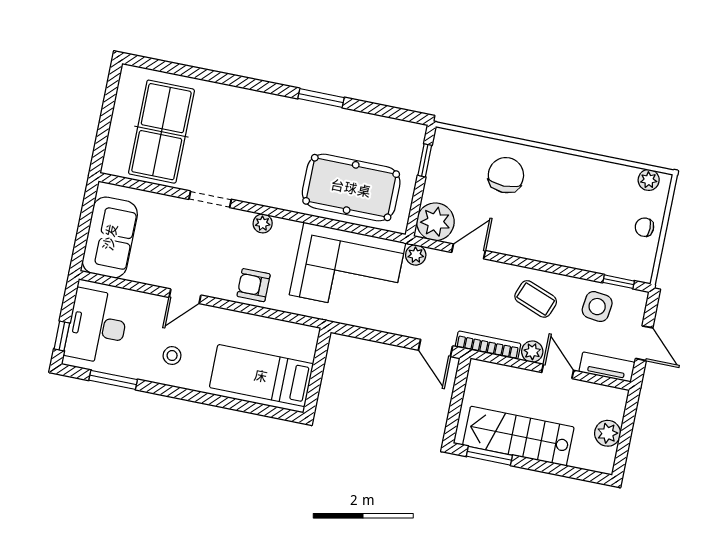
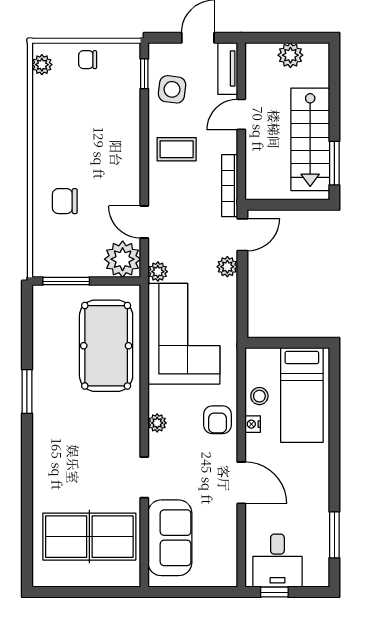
window: (425, 160) -> (66, 281), width x1.50
chair: (506, 175) -> (65, 201), width x0.73, depth x0.73
chair: (644, 227) -> (88, 60), turned 90
sofa: (110, 237) -> (170, 538), moved, turned 90
door: (185, 296) -> (241, 483), width x1.38
coffee table: (536, 299) -> (177, 149), turned 69
nightstand: (242, 320) -> (253, 424), added
desk: (97, 326) -> (277, 561), width x0.73
window: (62, 336) -> (274, 592), moved
plant: (532, 352) -> (227, 267), moved
stool: (172, 356) -> (259, 396), moved

